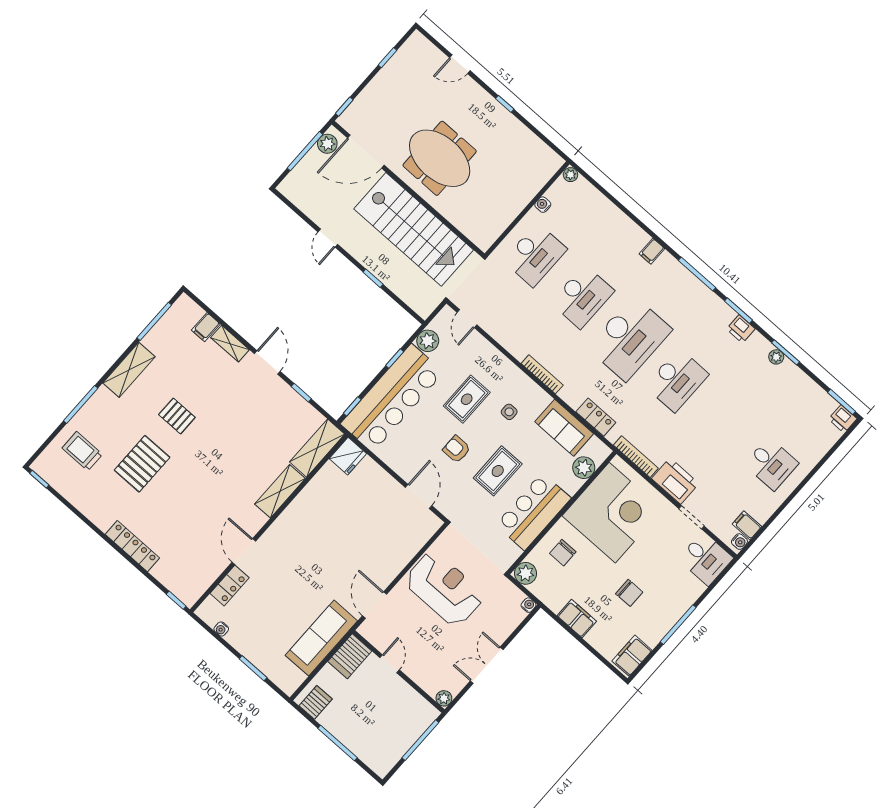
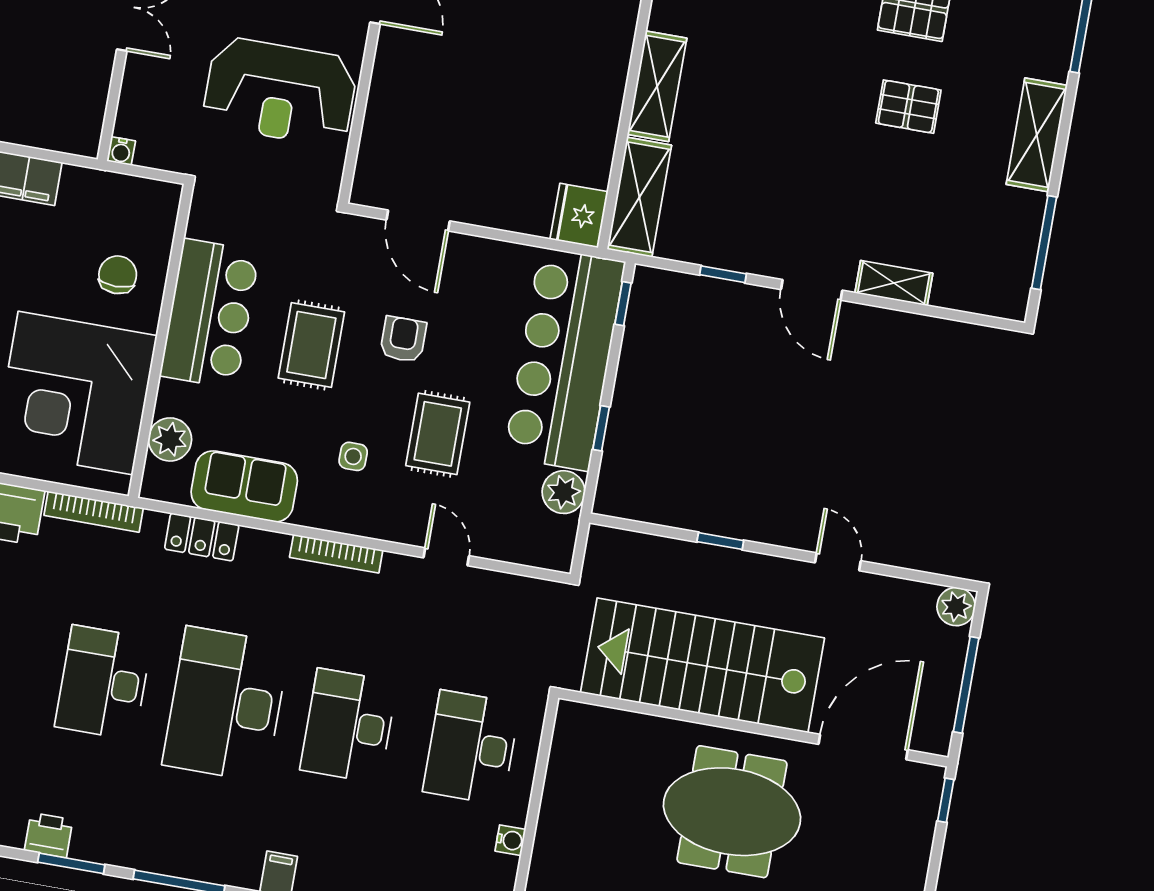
plant: (327, 144) -> (956, 607), moved
door: (467, 319) -> (446, 557), moved
filing cabinet: (206, 327) -> (951, 286), removed
armchair: (457, 449) -> (403, 339), turned -90
plant: (526, 573) -> (159, 201), removed

